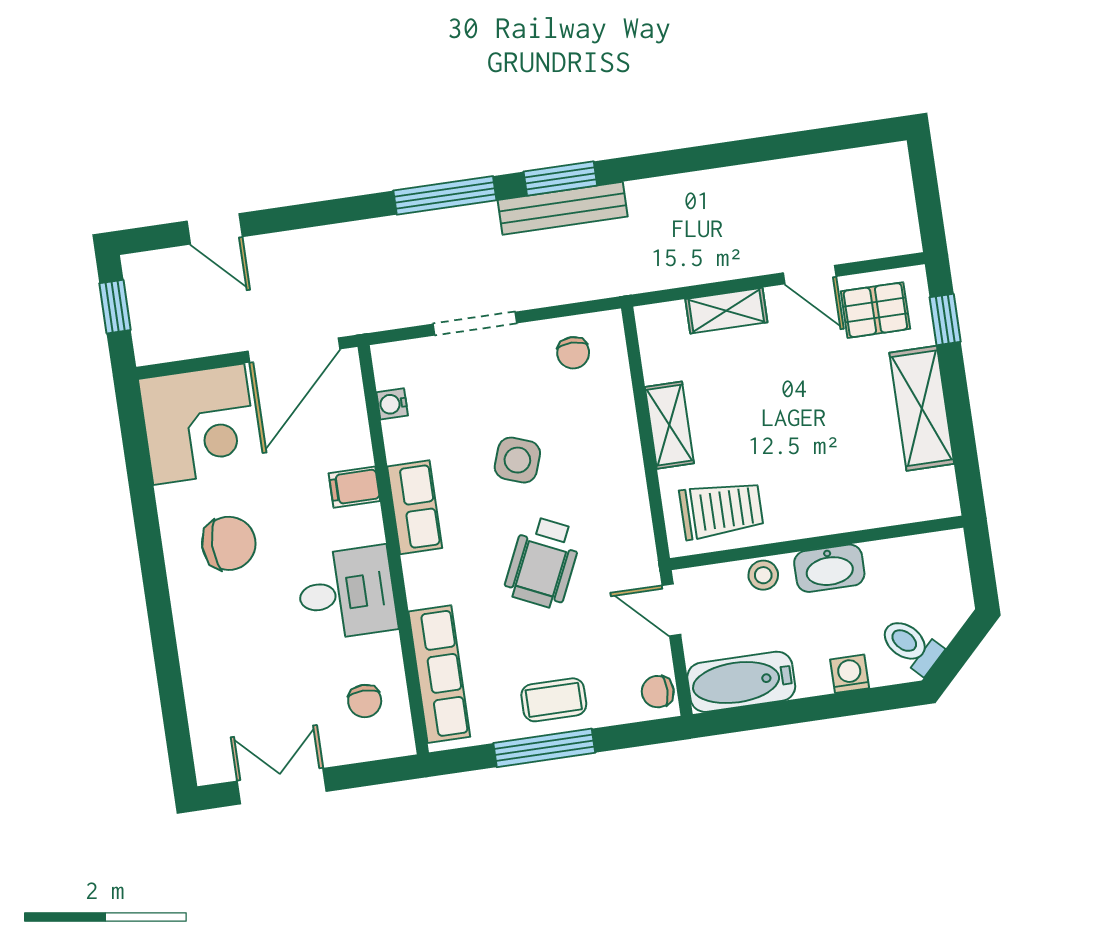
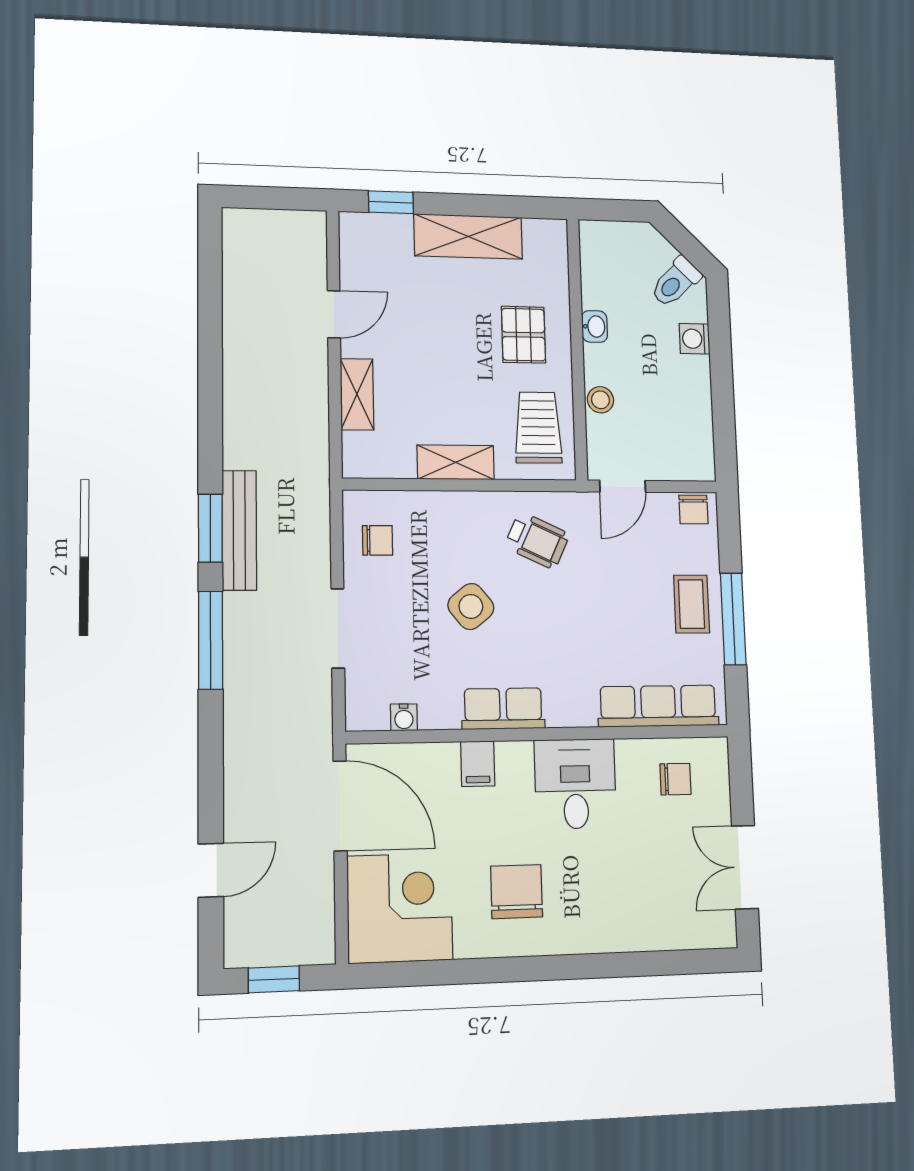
pallet: (875, 310) -> (523, 335), moved
side table: (517, 460) -> (471, 606), turned 31
wheelchair: (543, 562) -> (537, 540), moved, width x0.73, depth x0.73
washbasin: (829, 568) -> (594, 326), width x0.52, depth x0.69
bathtub: (741, 682) -> (692, 434), removed

